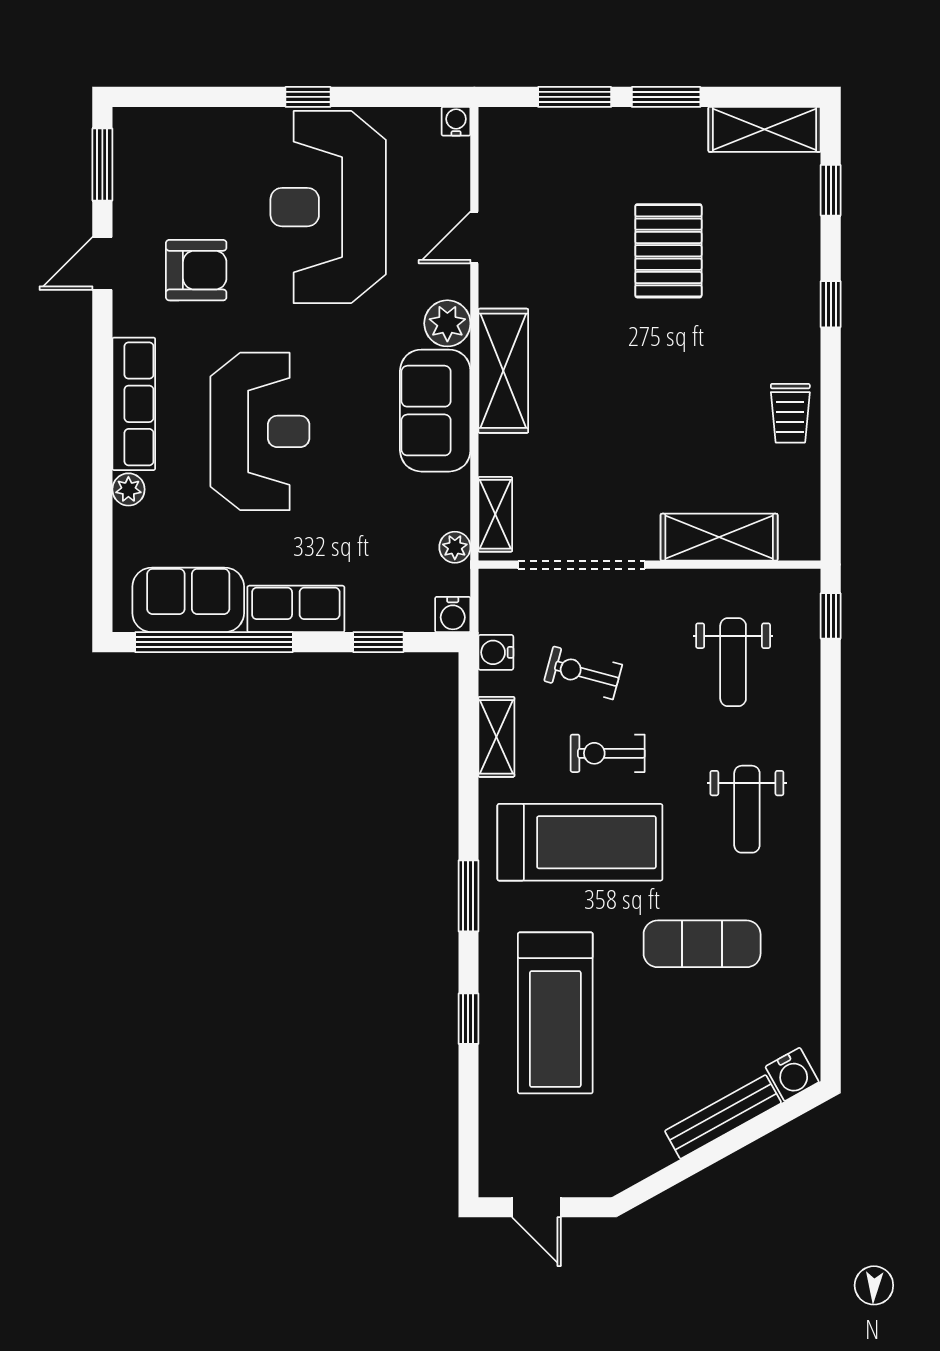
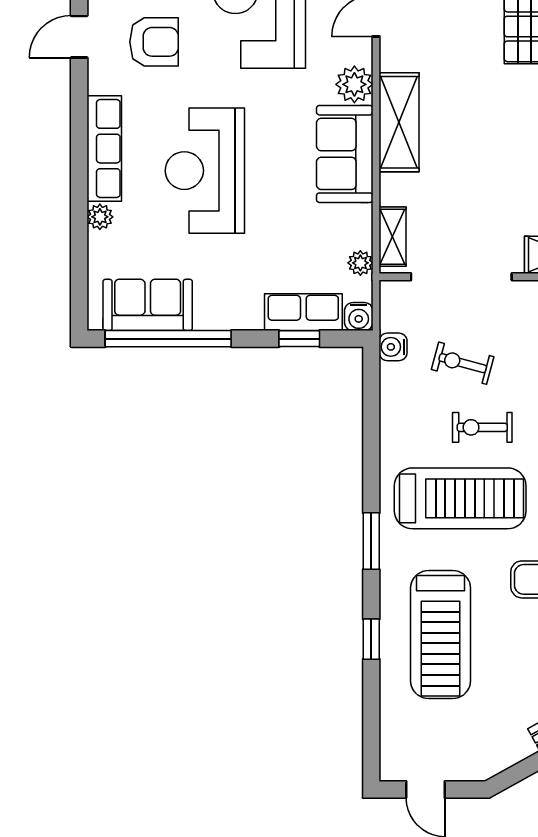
reception desk: (260, 431) -> (205, 171), turned 180
row of seats: (296, 609) -> (303, 312), moved
shelving: (496, 737) -> (394, 414), removed

